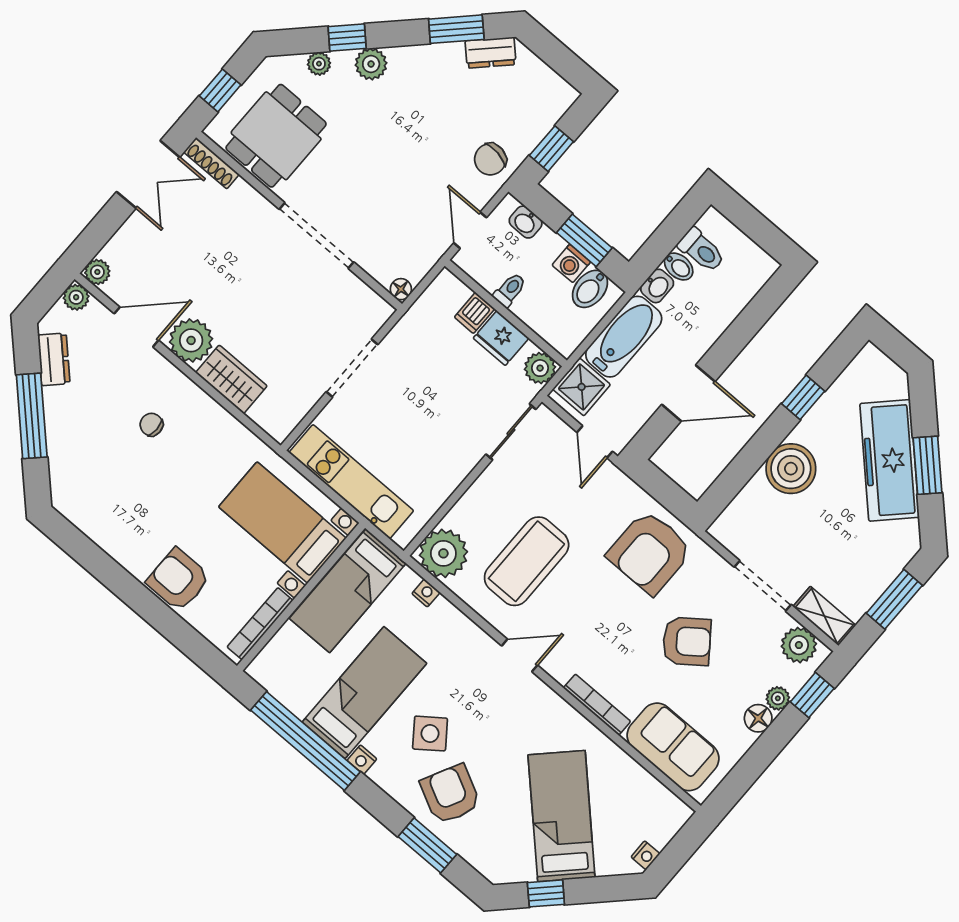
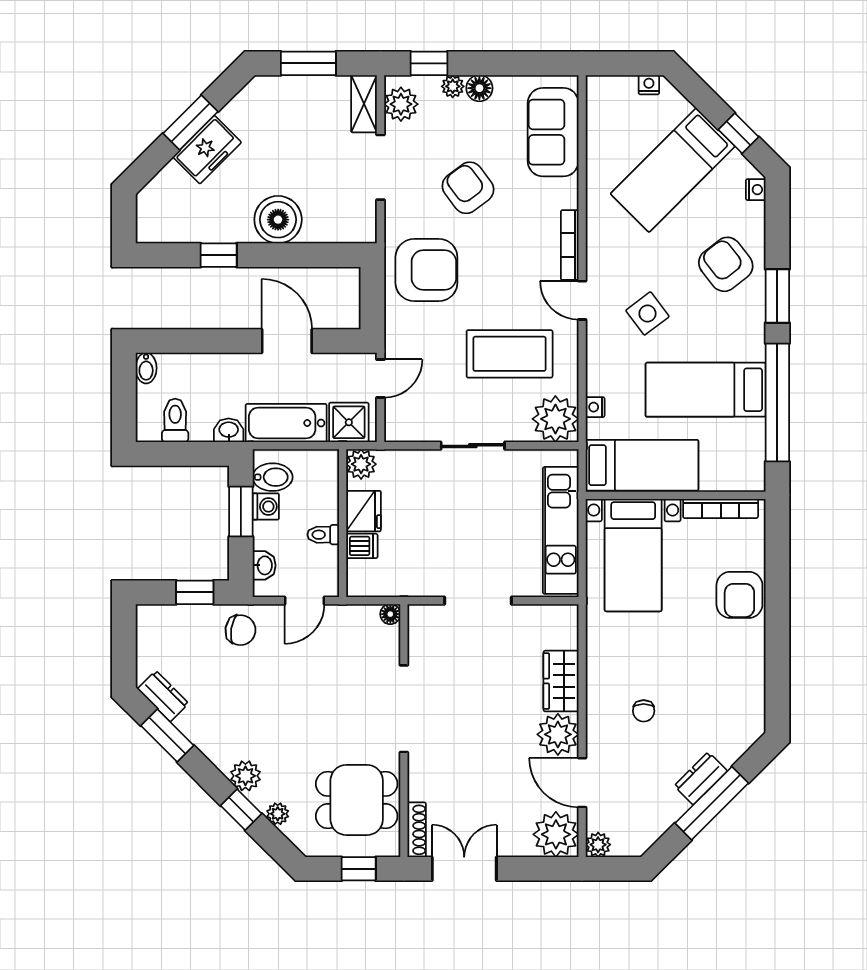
bidet: (679, 267) -> (146, 368), moved, turned 180
plant: (97, 272) -> (556, 834), width x1.88, depth x1.88
dresser: (54, 359) -> (701, 778), moved
sliding door: (511, 432) -> (473, 446), moved
freezer: (890, 460) -> (207, 150), width x0.52, depth x0.79
bookcase: (597, 705) -> (570, 245), moved
side table: (430, 734) -> (647, 313), moved
nightstand: (362, 760) -> (756, 190), moved
armchair: (450, 794) -> (726, 264), turned 115
window: (427, 845) -> (777, 296), moved

